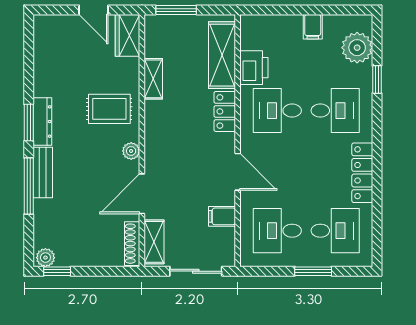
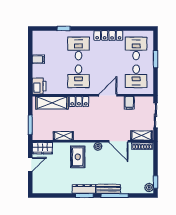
plant: (357, 48) -> (48, 38), removed
printer: (254, 68) -> (39, 86), moved, turned 90

